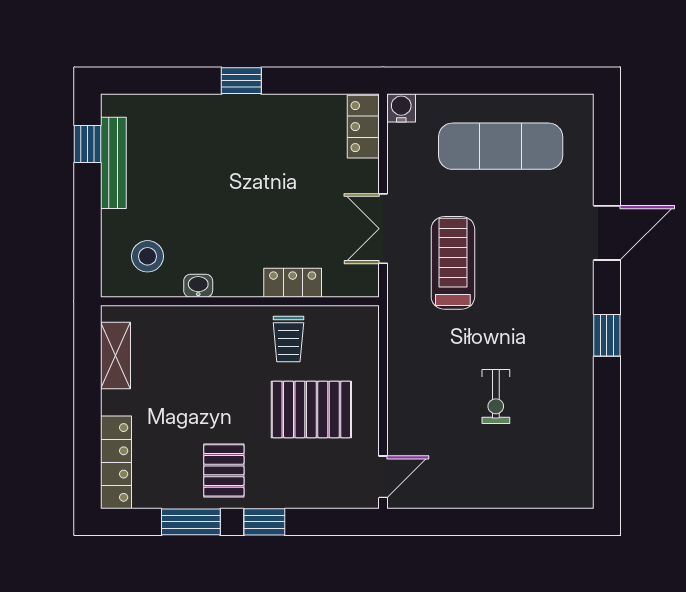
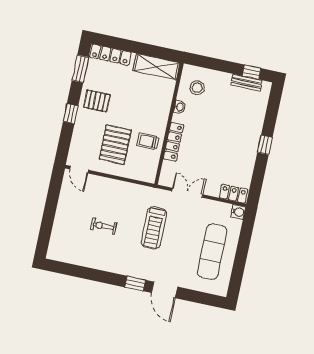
bench: (113, 163) -> (246, 83), width x0.73
treadmill: (453, 263) -> (154, 228), moved, turned 90
locker: (293, 283) -> (173, 142), width x1.53
window: (607, 335) -> (135, 284), moved
shelving: (116, 355) -> (156, 67), width x1.50, depth x1.33
window: (191, 522) -> (80, 69), moved

